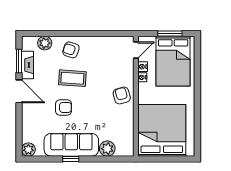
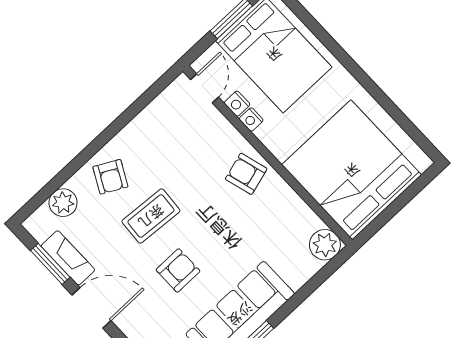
armchair: (71, 50) -> (110, 177), turned -80
plant: (107, 149) -> (325, 245), moved

